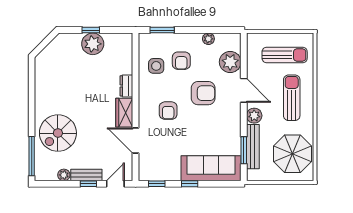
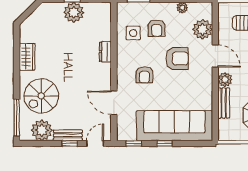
wardrobe: (124, 113) -> (27, 57), moved, turned 180
bench: (253, 147) -> (224, 103), width x0.73
window: (244, 150) -> (215, 112), removed
sofa: (211, 168) -> (174, 126), width x1.36, depth x1.27
plant: (64, 175) -> (42, 130), width x1.87, depth x1.87

